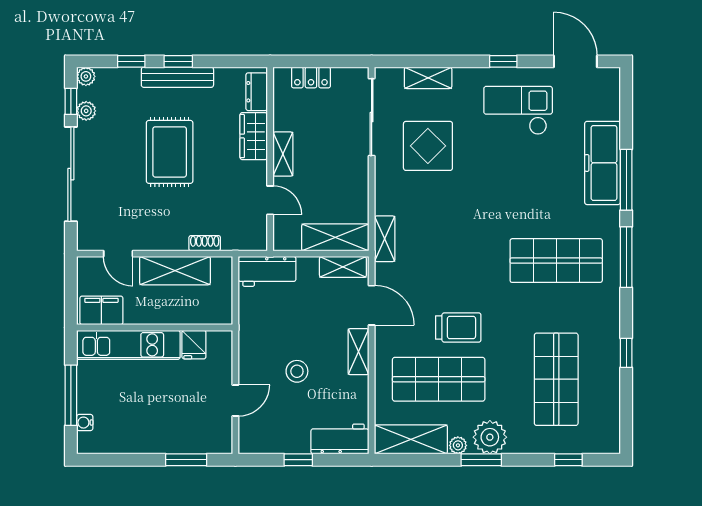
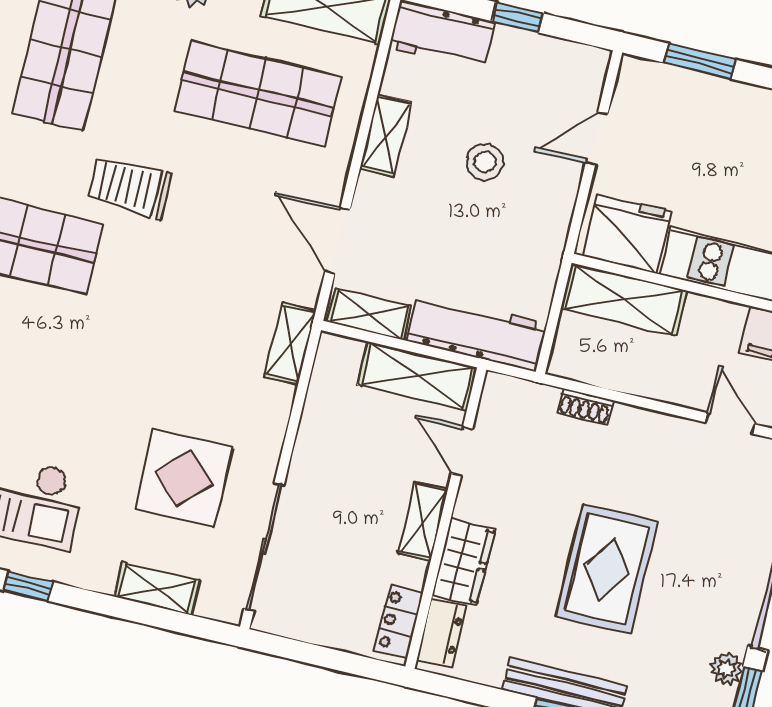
locker: (311, 77) -> (398, 621), moved, turned -90
shelving: (335, 237) -> (417, 376), moved
shelving: (175, 271) -> (624, 300), moved
workbench: (267, 271) -> (477, 332), width x1.38
trolley: (458, 327) -> (130, 187), moved
fridge: (194, 345) -> (627, 234), width x1.88, depth x1.34
shelving: (358, 352) -> (385, 136), moved

